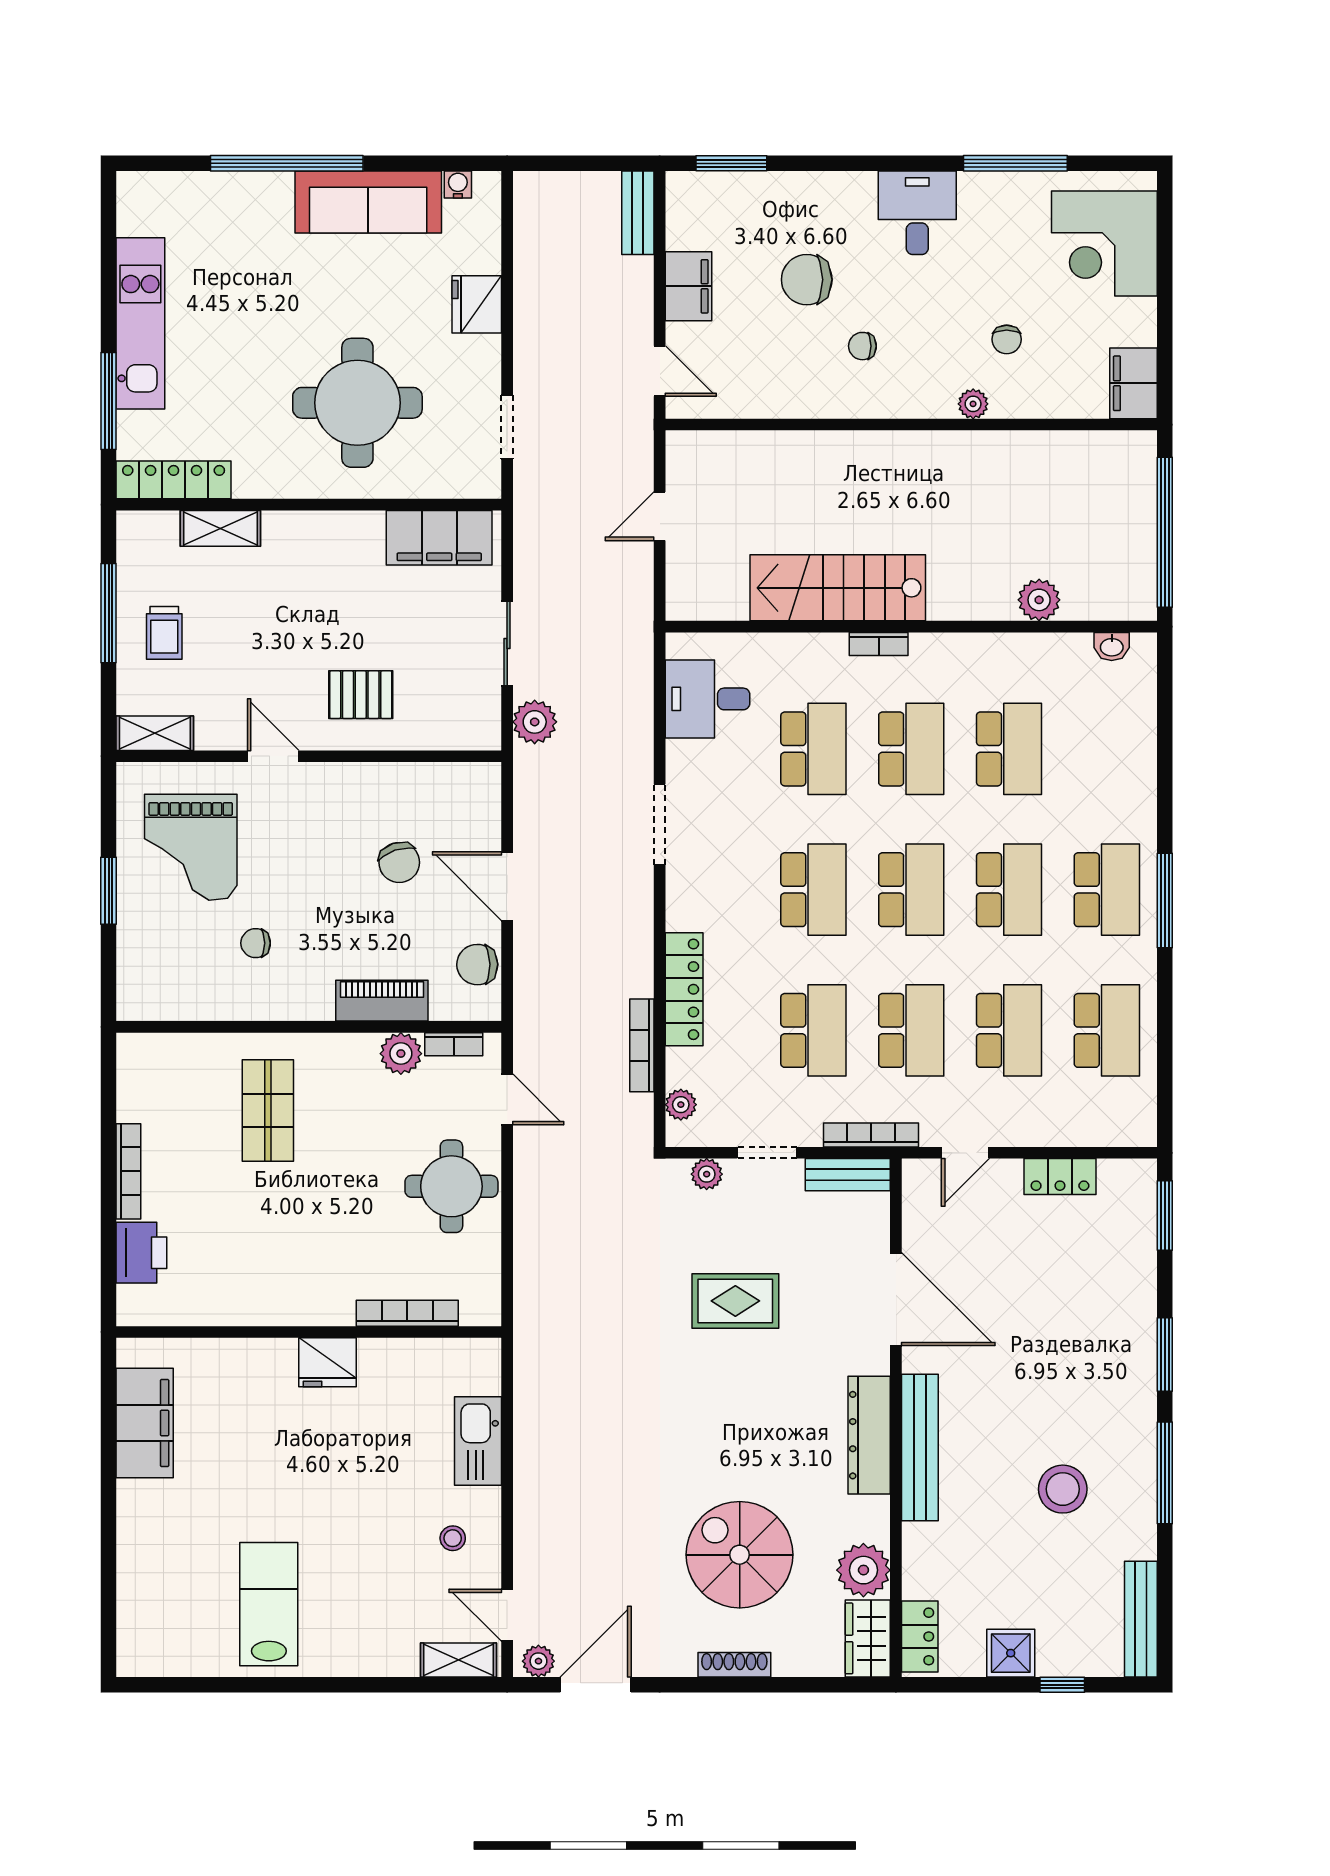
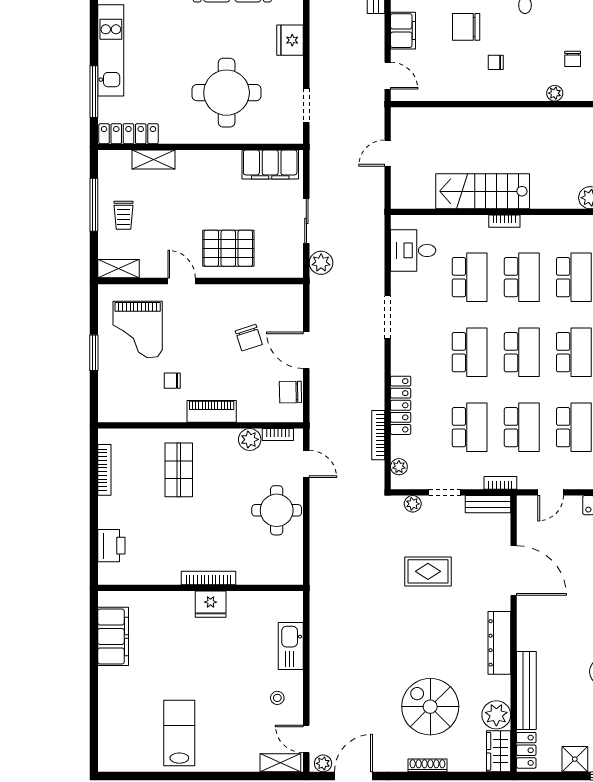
pallet: (361, 695) -> (228, 248), width x1.50, depth x1.42
piano: (382, 1001) -> (212, 411), moved
bookcase: (871, 1135) -> (500, 483), width x0.64
bookcase: (128, 1171) -> (104, 470), moved
bookcase: (407, 1313) -> (208, 578), moved
bench: (920, 1448) -> (526, 690), moved

